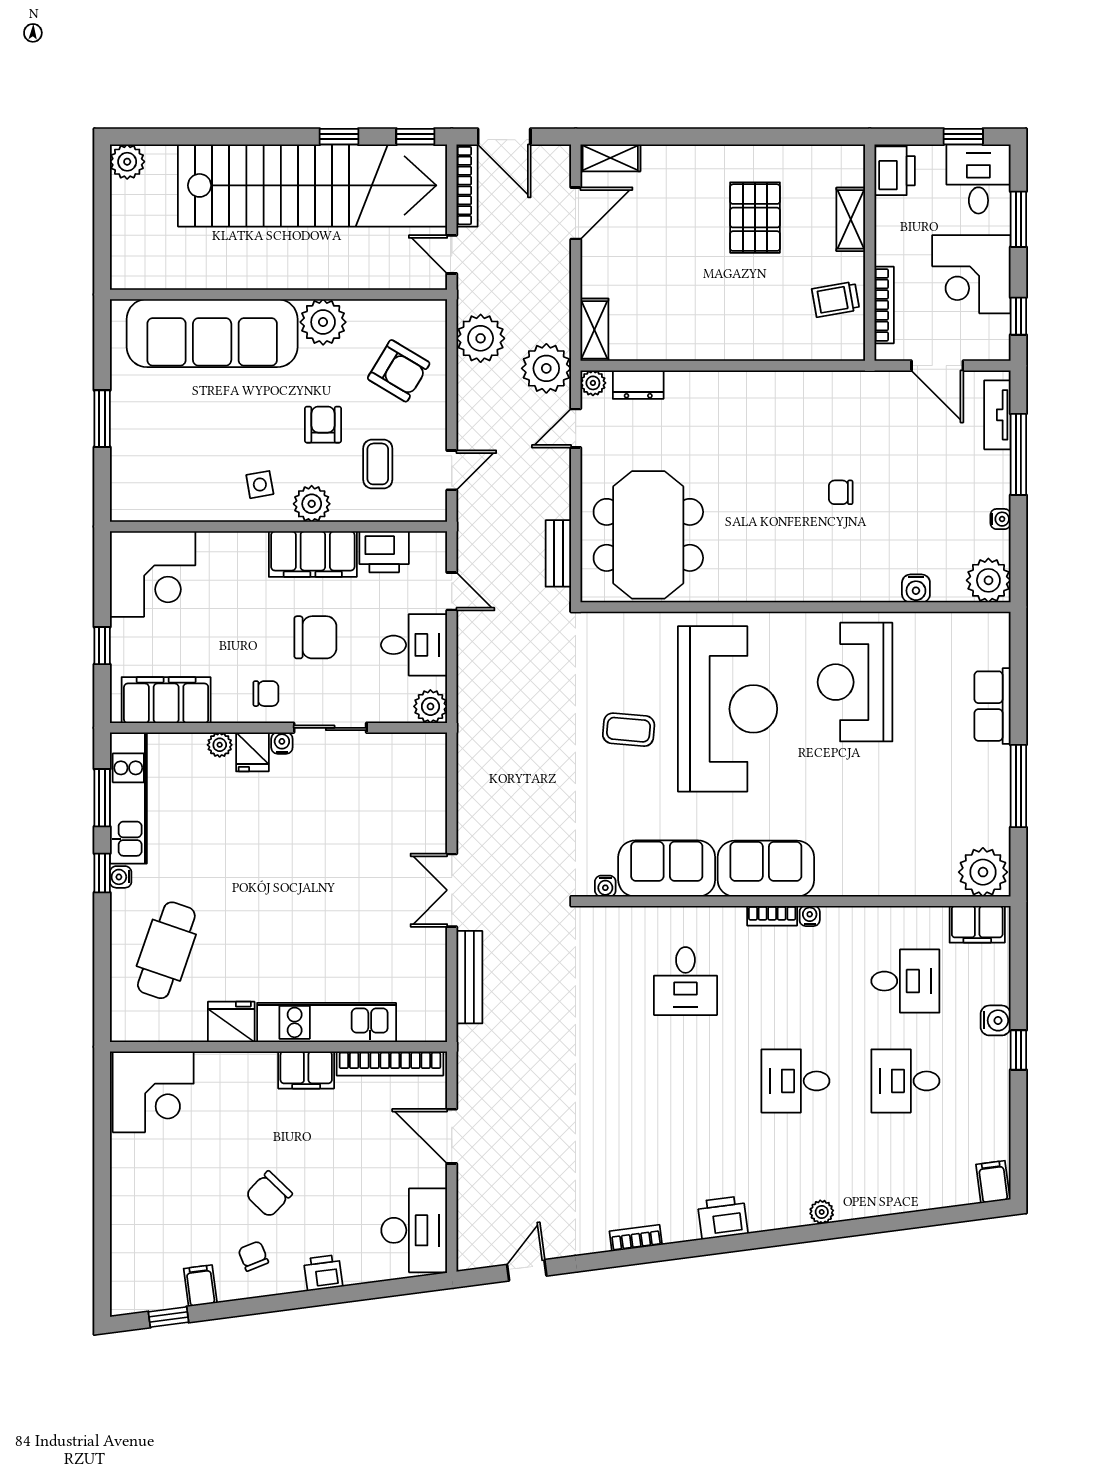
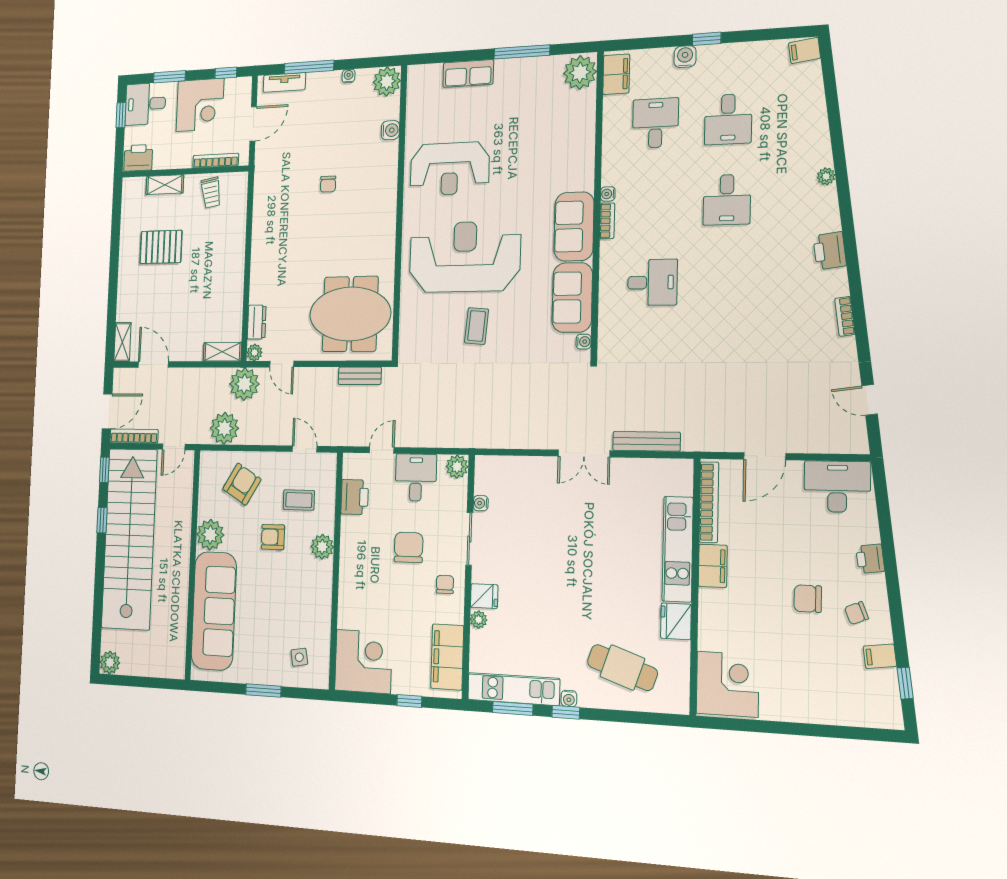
side table: (260, 485) -> (299, 657), moved
filing cabinet: (313, 554) -> (354, 547), removed
water cooler: (282, 743) -> (481, 503), moved
chair: (269, 1194) -> (808, 599), turned 136

